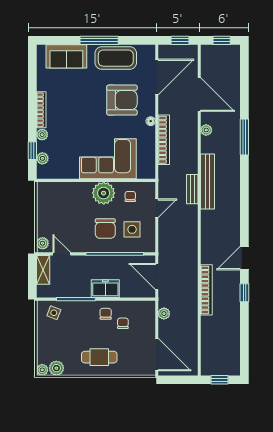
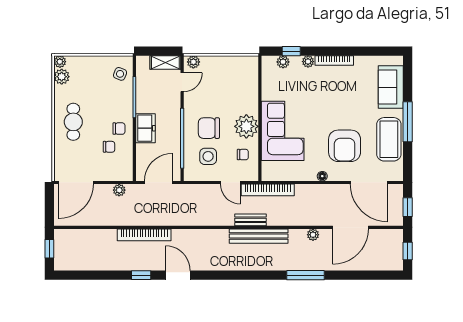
bookcase: (164, 140) -> (268, 190), moved

